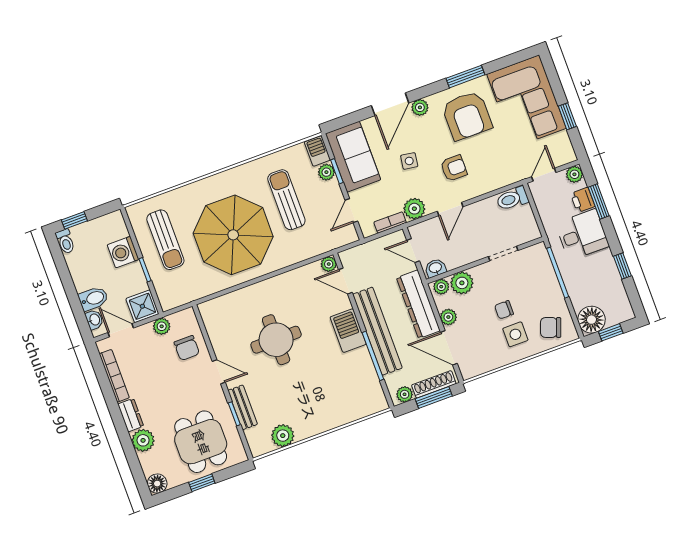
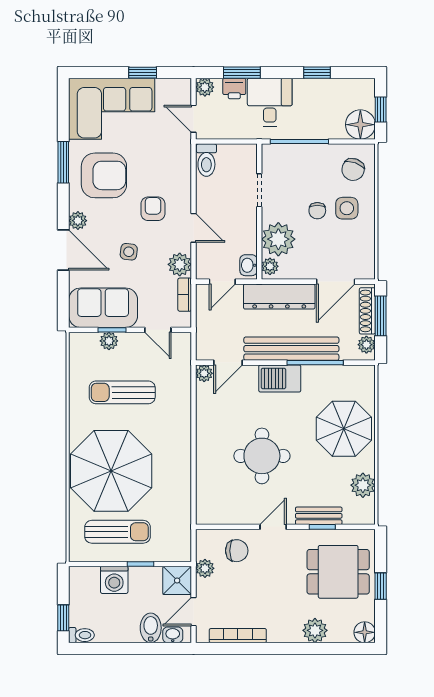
barbecue: (317, 151) -> (84, 342), removed
parasol: (233, 235) -> (111, 471), moved
plant: (462, 283) -> (278, 239), width x1.36, depth x1.36
plant: (448, 317) -> (304, 270), removed
parasol: (325, 401) -> (344, 429), added
dresser: (131, 415) -> (284, 634), removed

